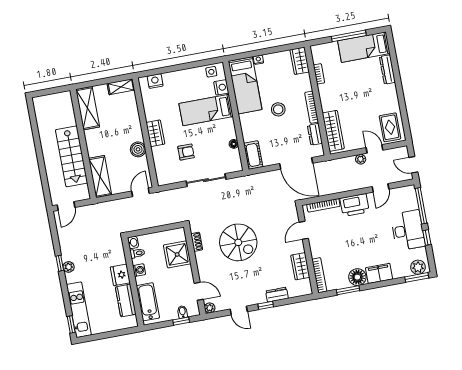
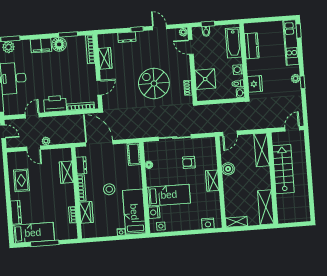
wardrobe: (300, 61) -> (86, 212), moved
rug: (390, 127) -> (21, 180), moved
wardrobe: (333, 131) -> (66, 172), width x0.67
fridge: (120, 275) -> (255, 84), moved

